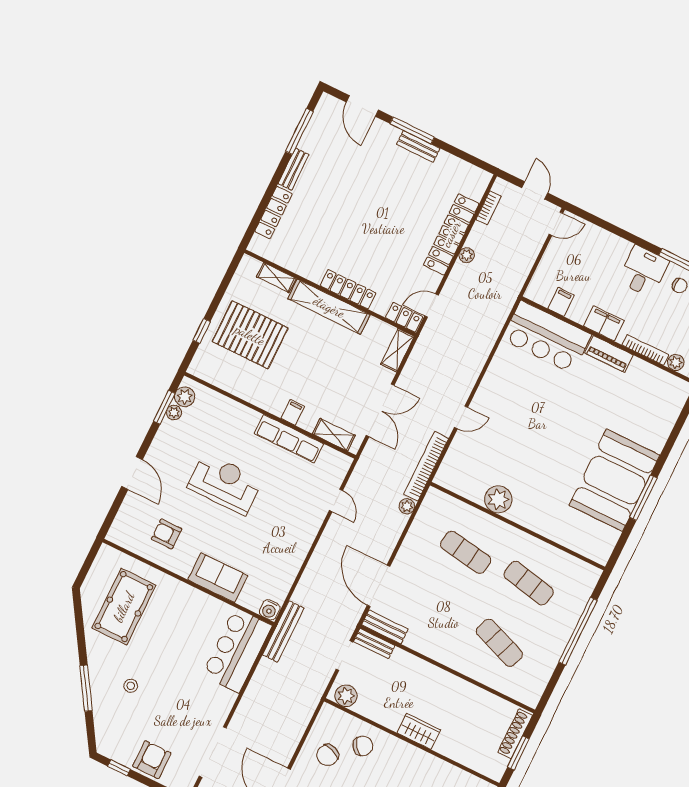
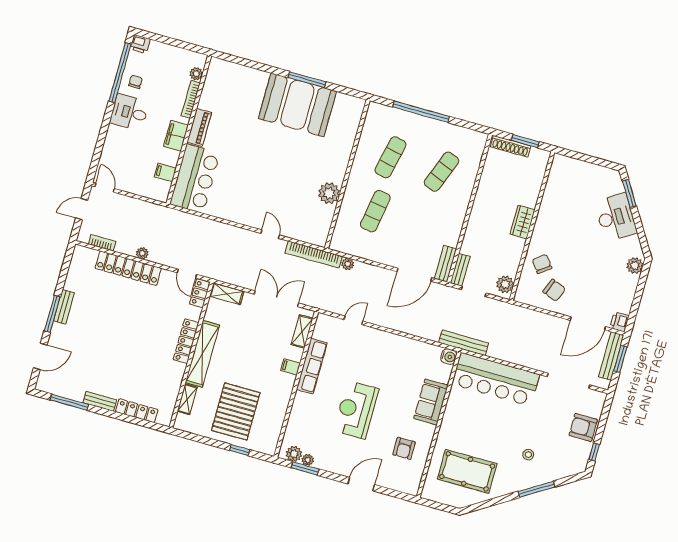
bar counter: (237, 650) -> (496, 379), width x1.36

